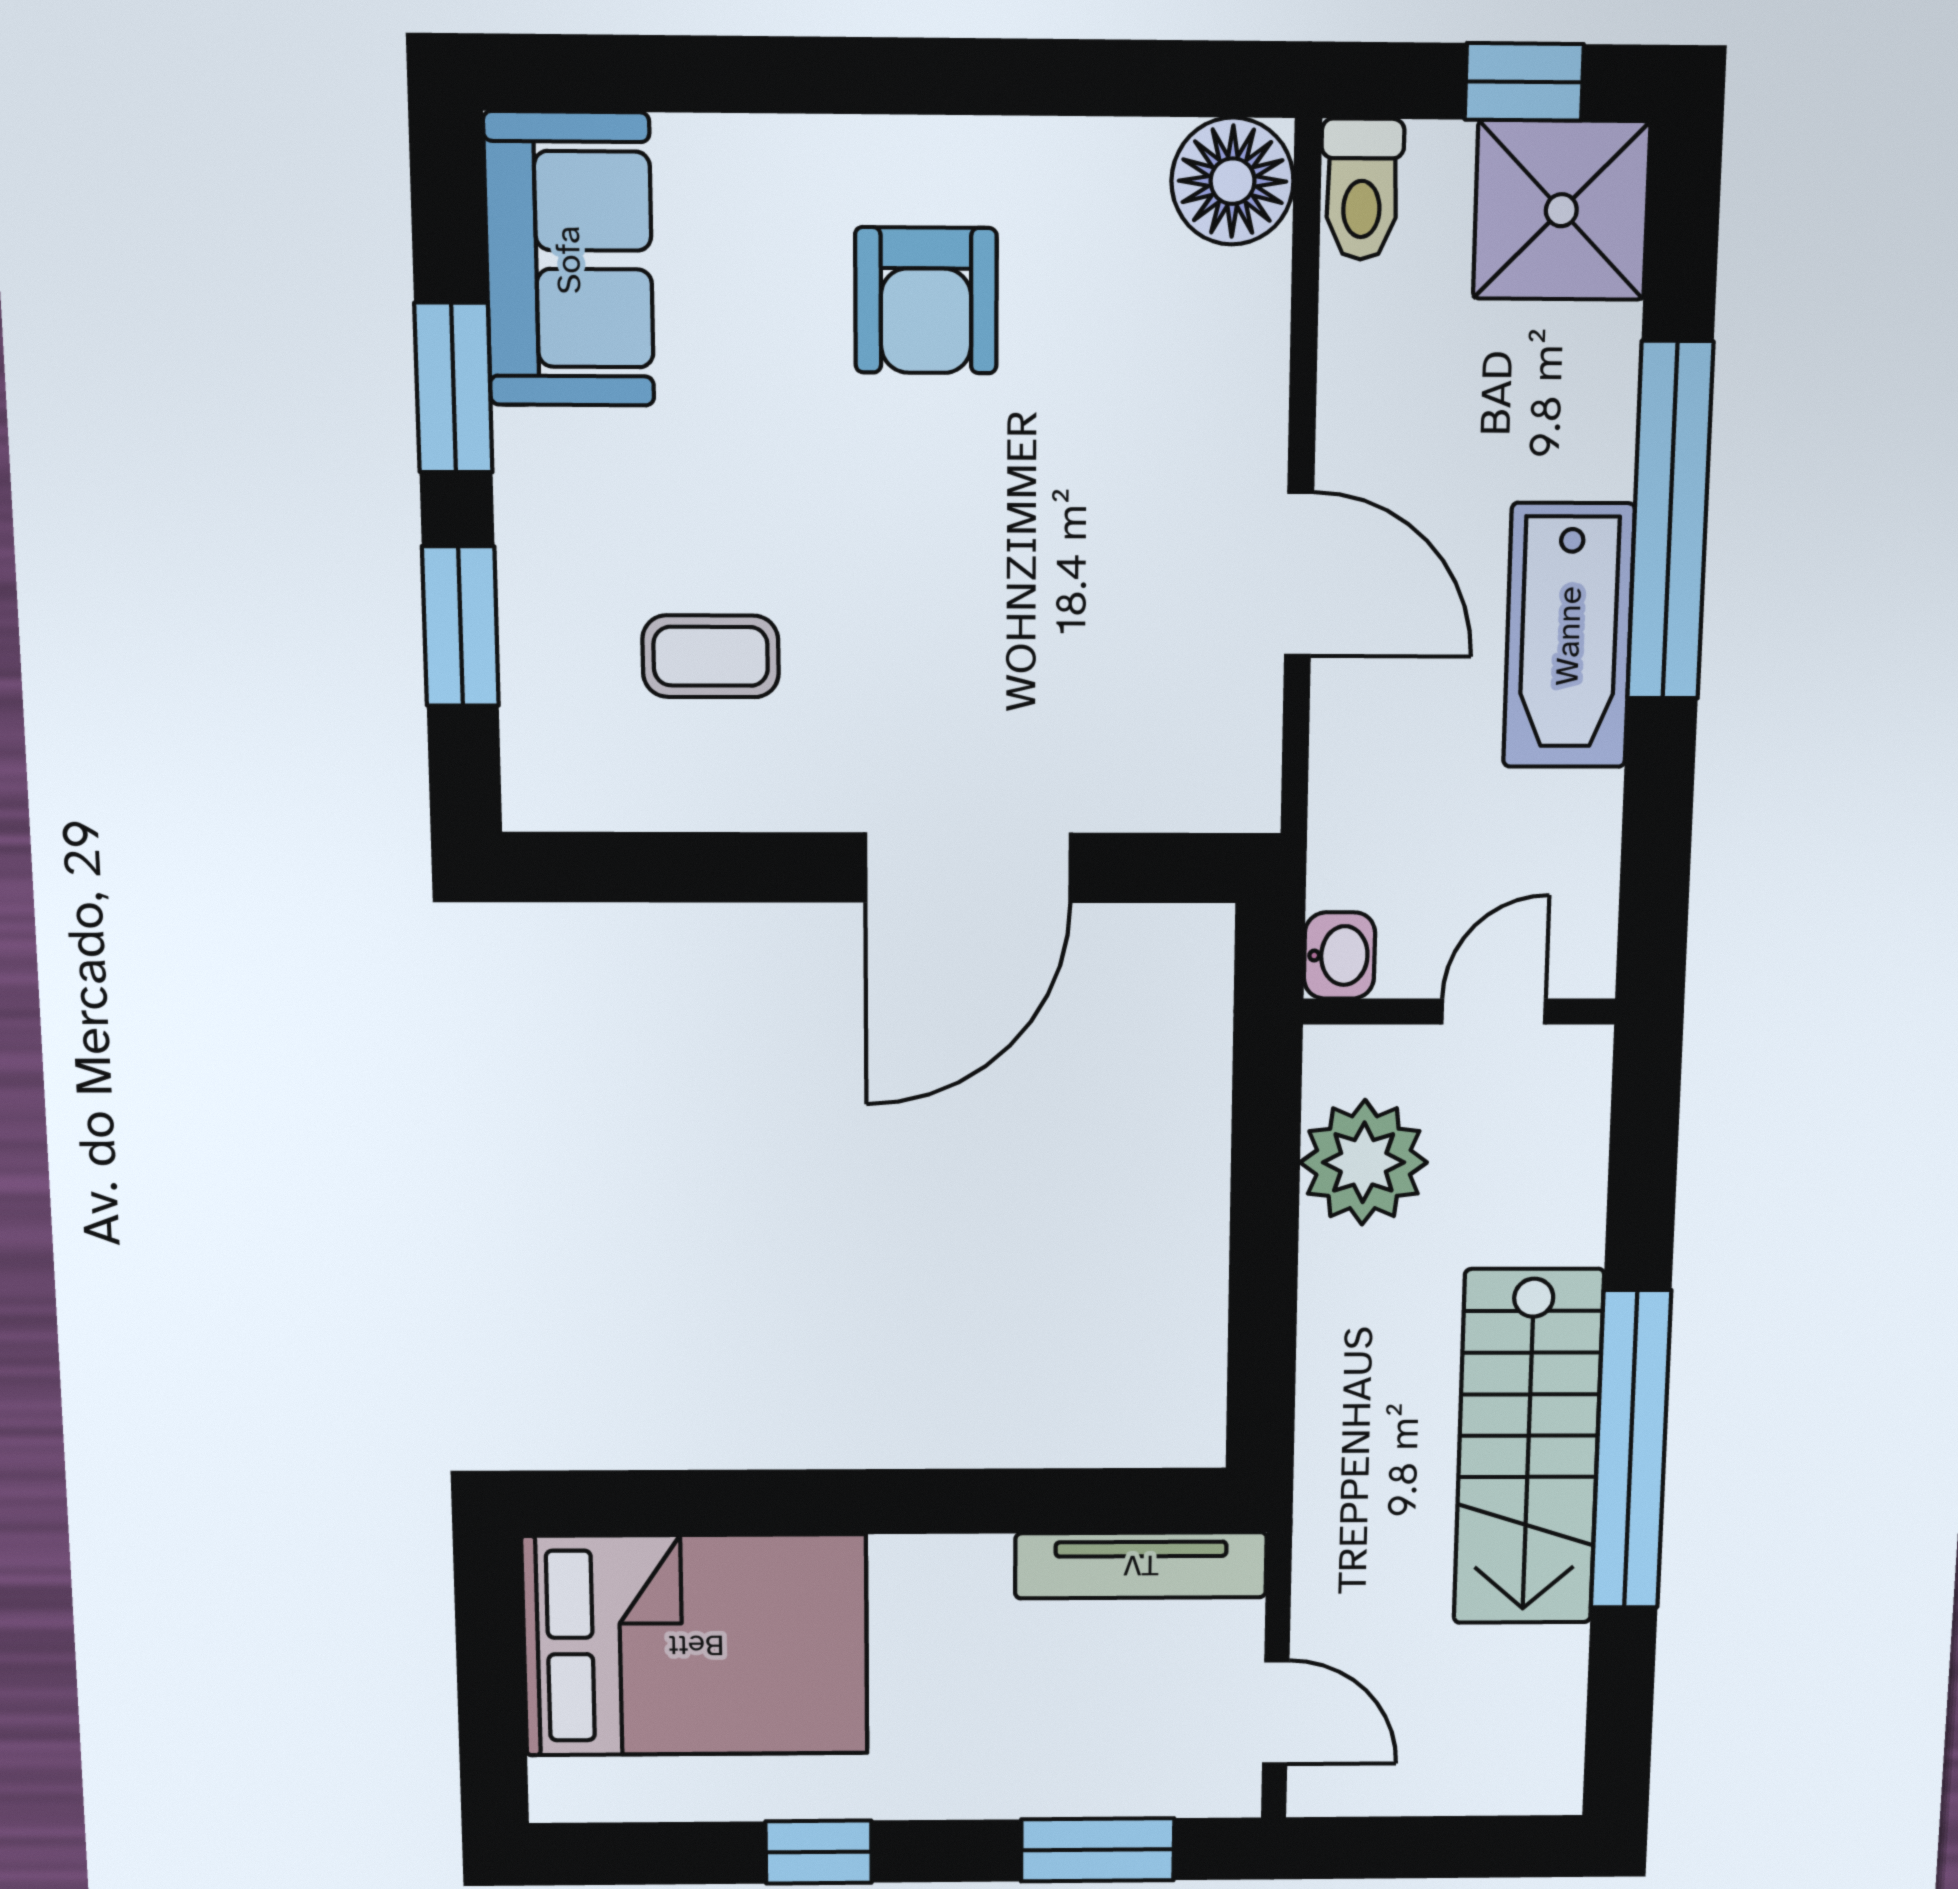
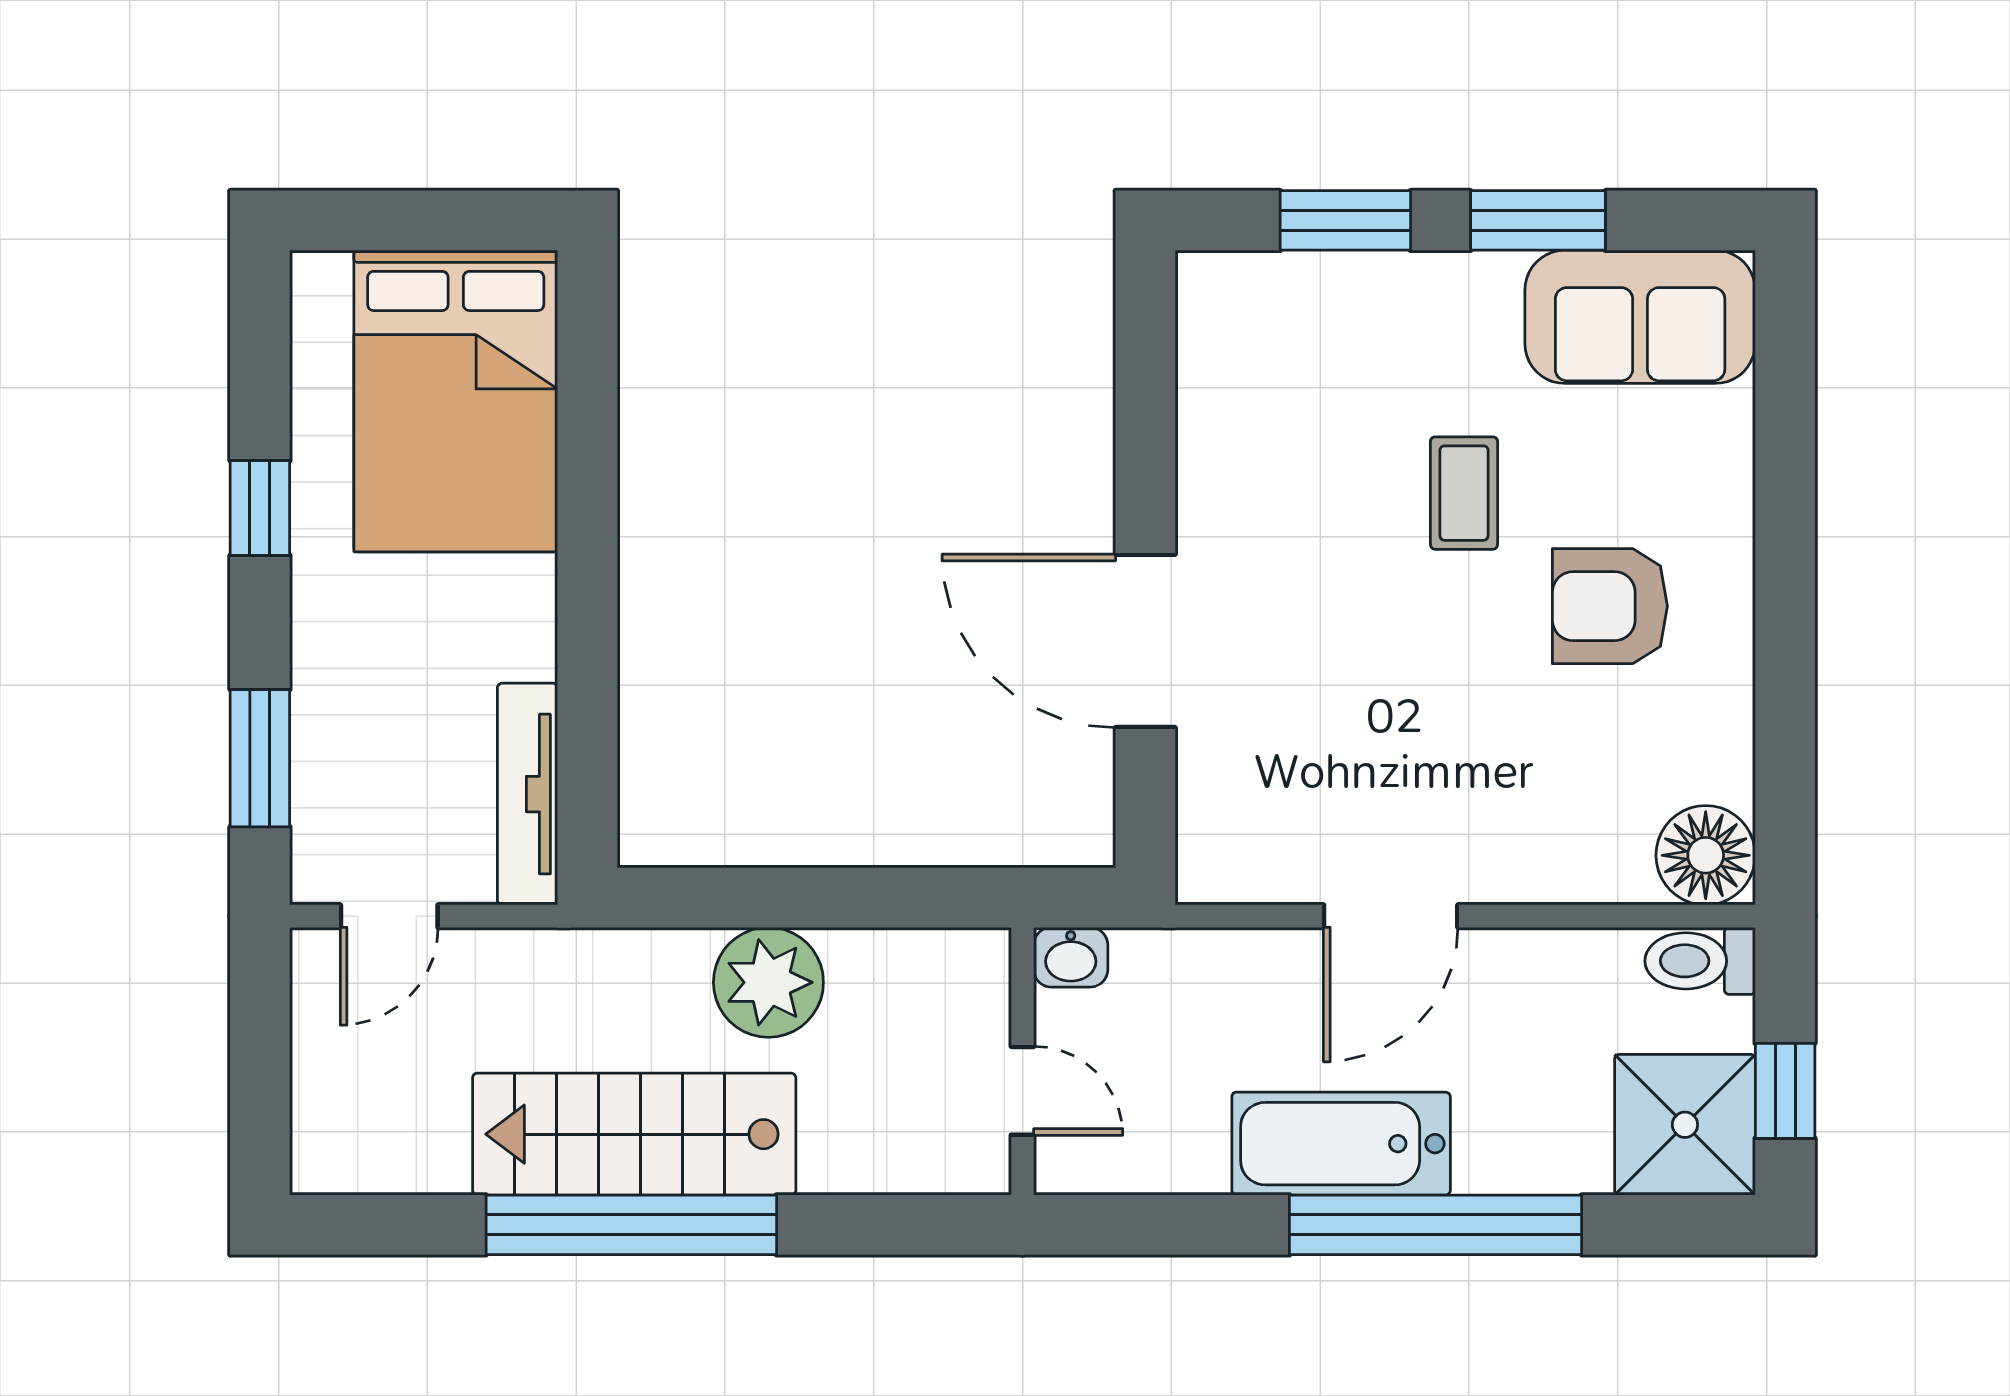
coffee table: (711, 656) -> (1464, 493), moved
plant: (1364, 1162) -> (768, 982), moved

